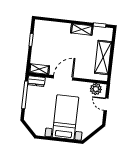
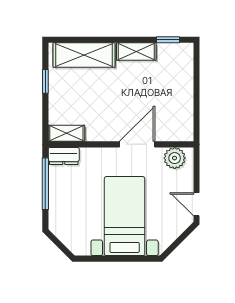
shelving: (103, 57) -> (84, 55), moved, turned 90
door: (63, 78) -> (137, 144), moved
door: (106, 104) -> (196, 204), moved

